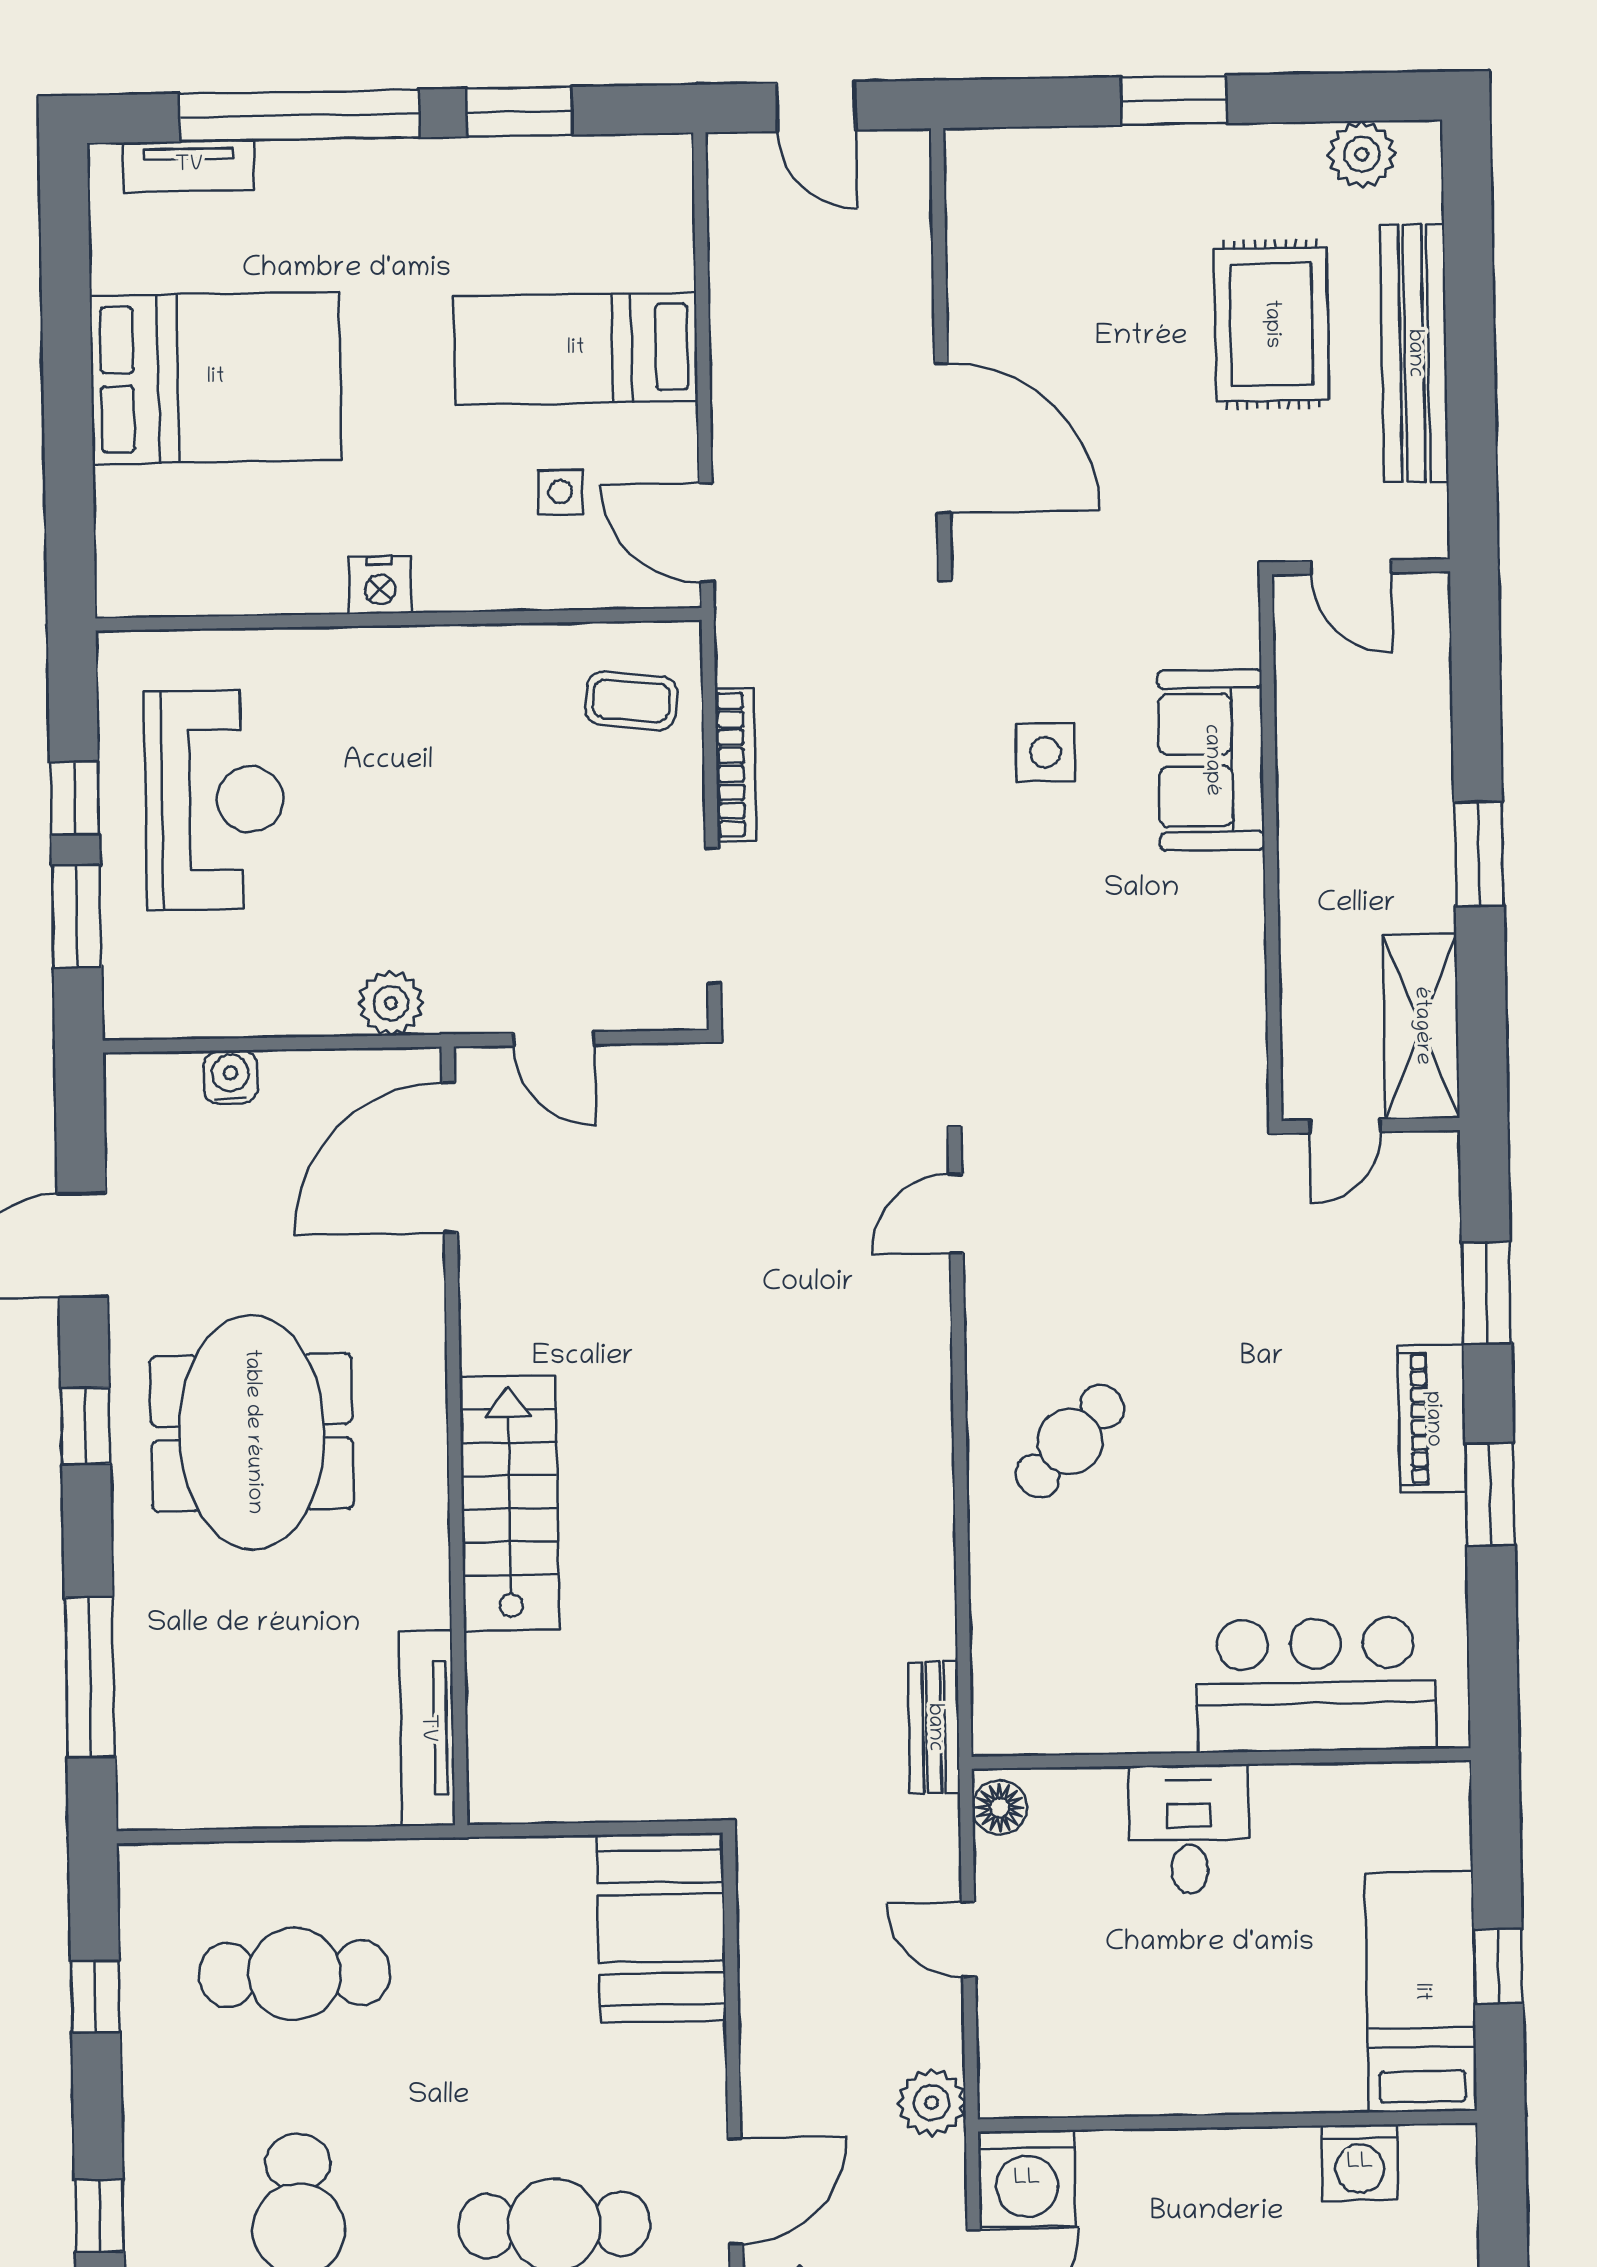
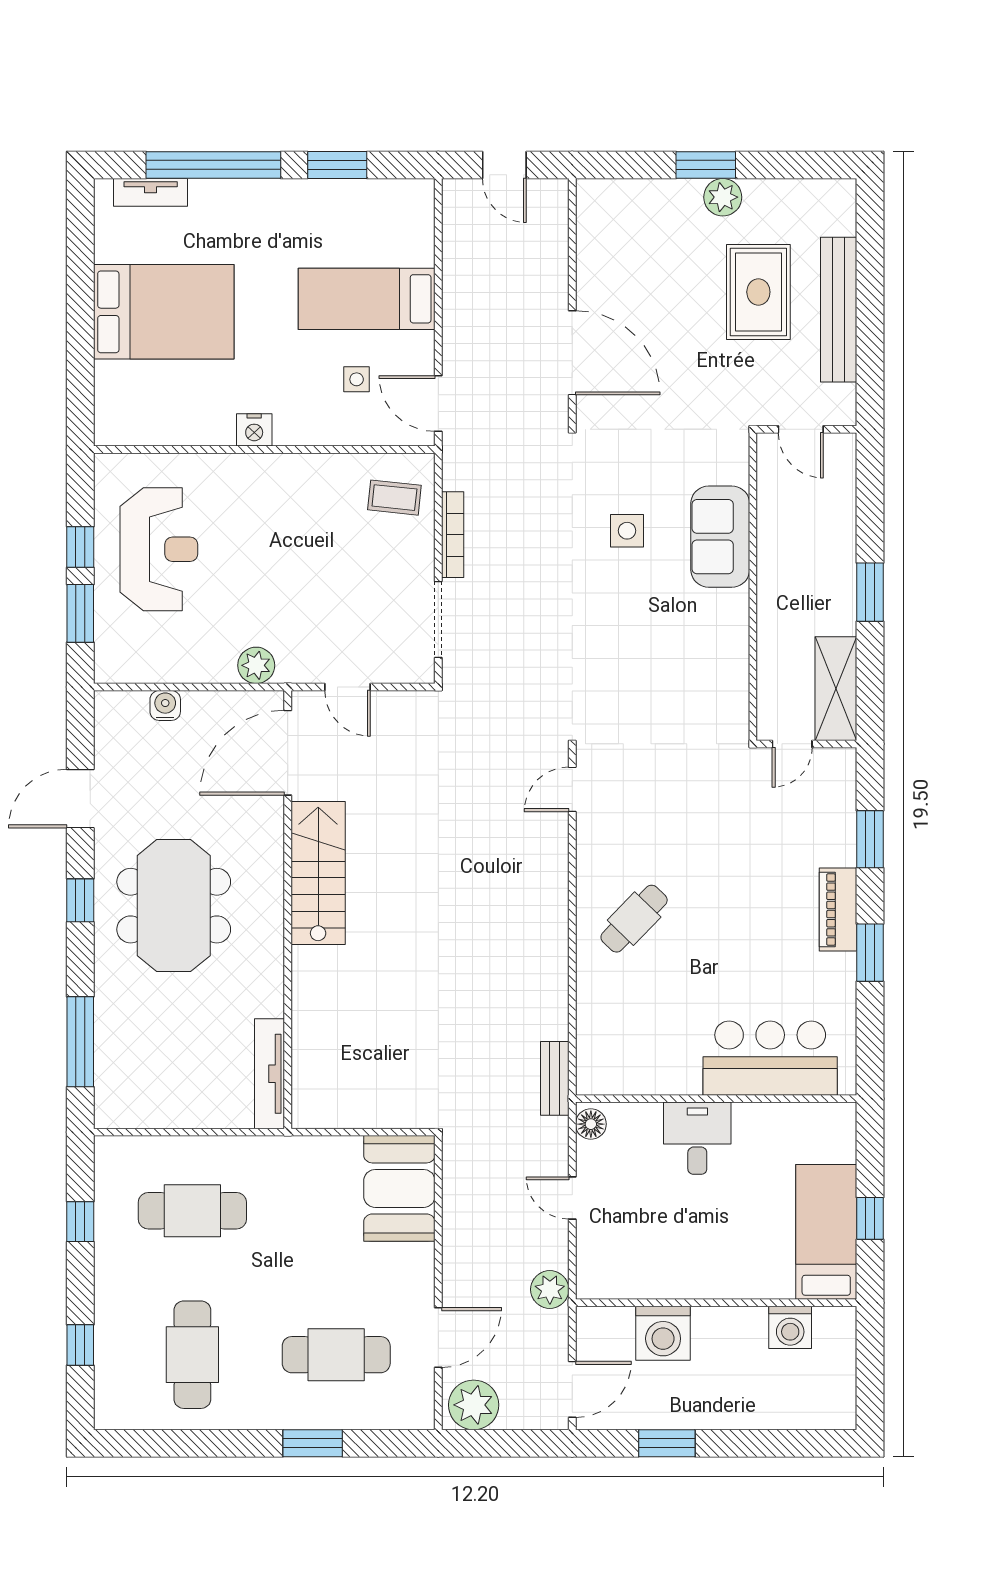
plant: (1362, 154) -> (723, 197), moved
stairs: (509, 1503) -> (318, 873), moved
washing machine: (1027, 2179) -> (663, 1333), moved

